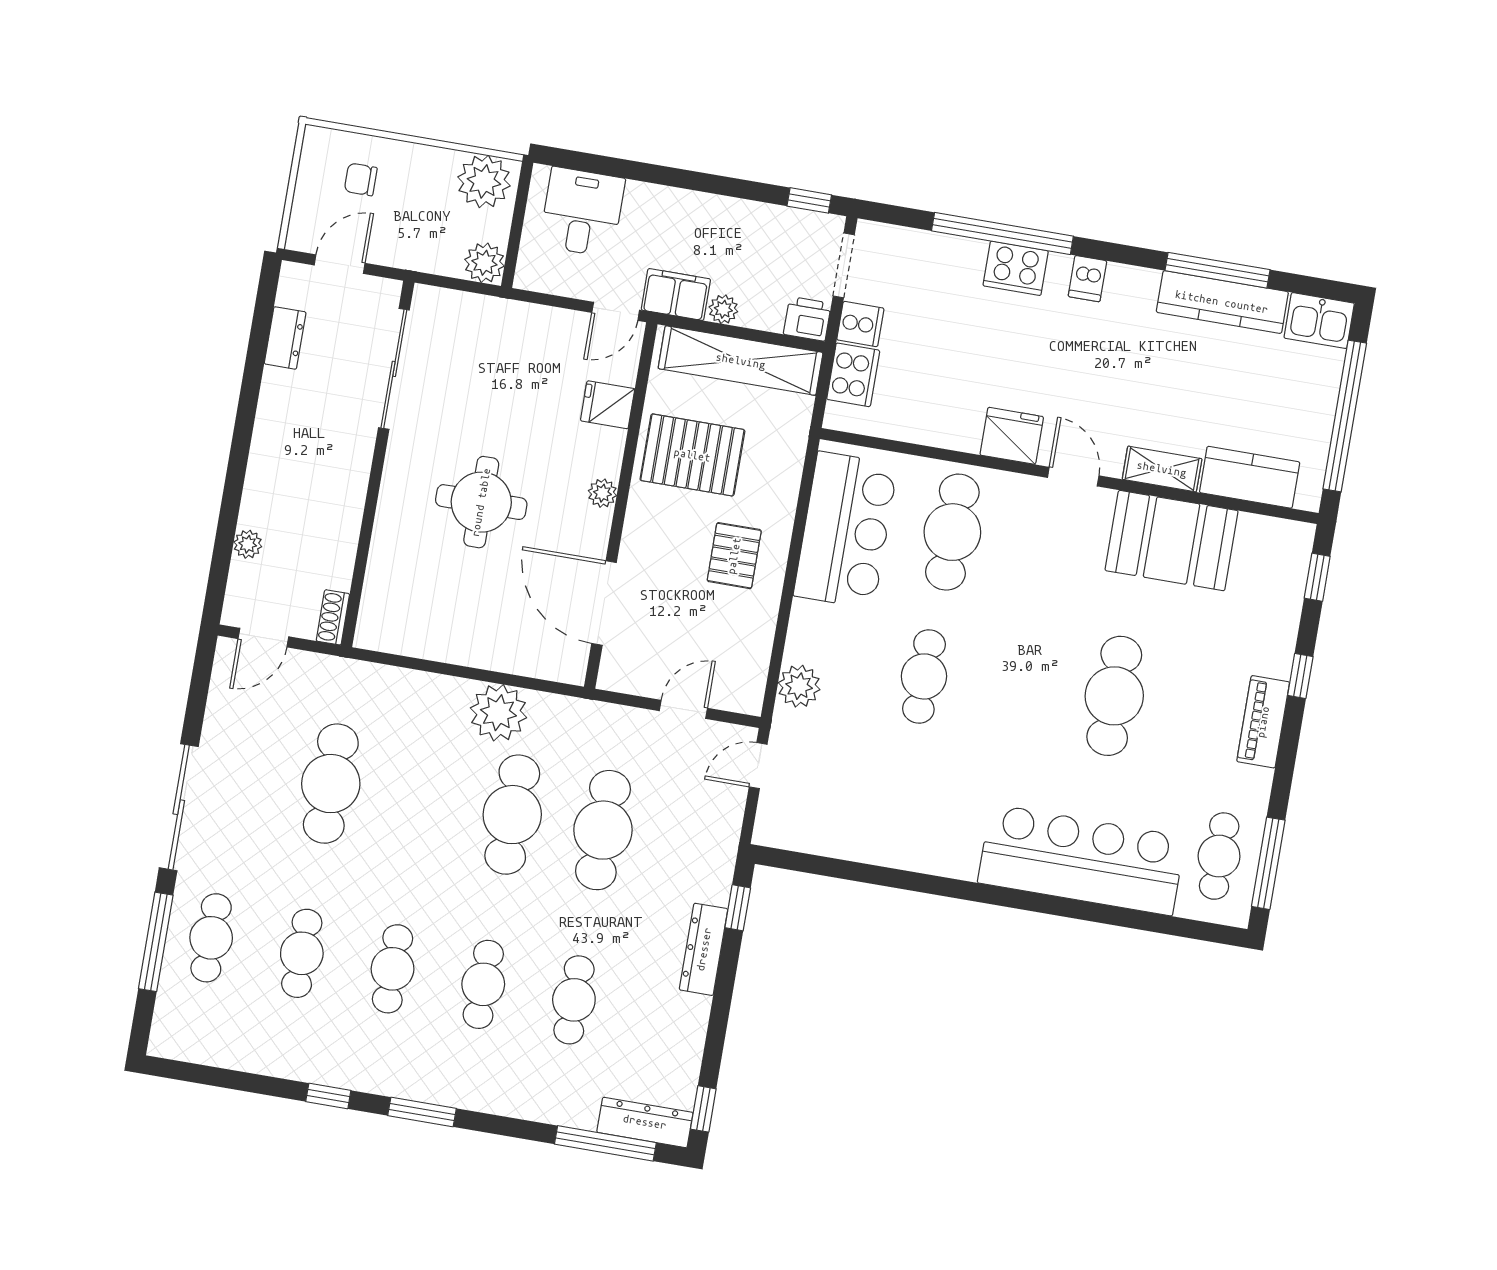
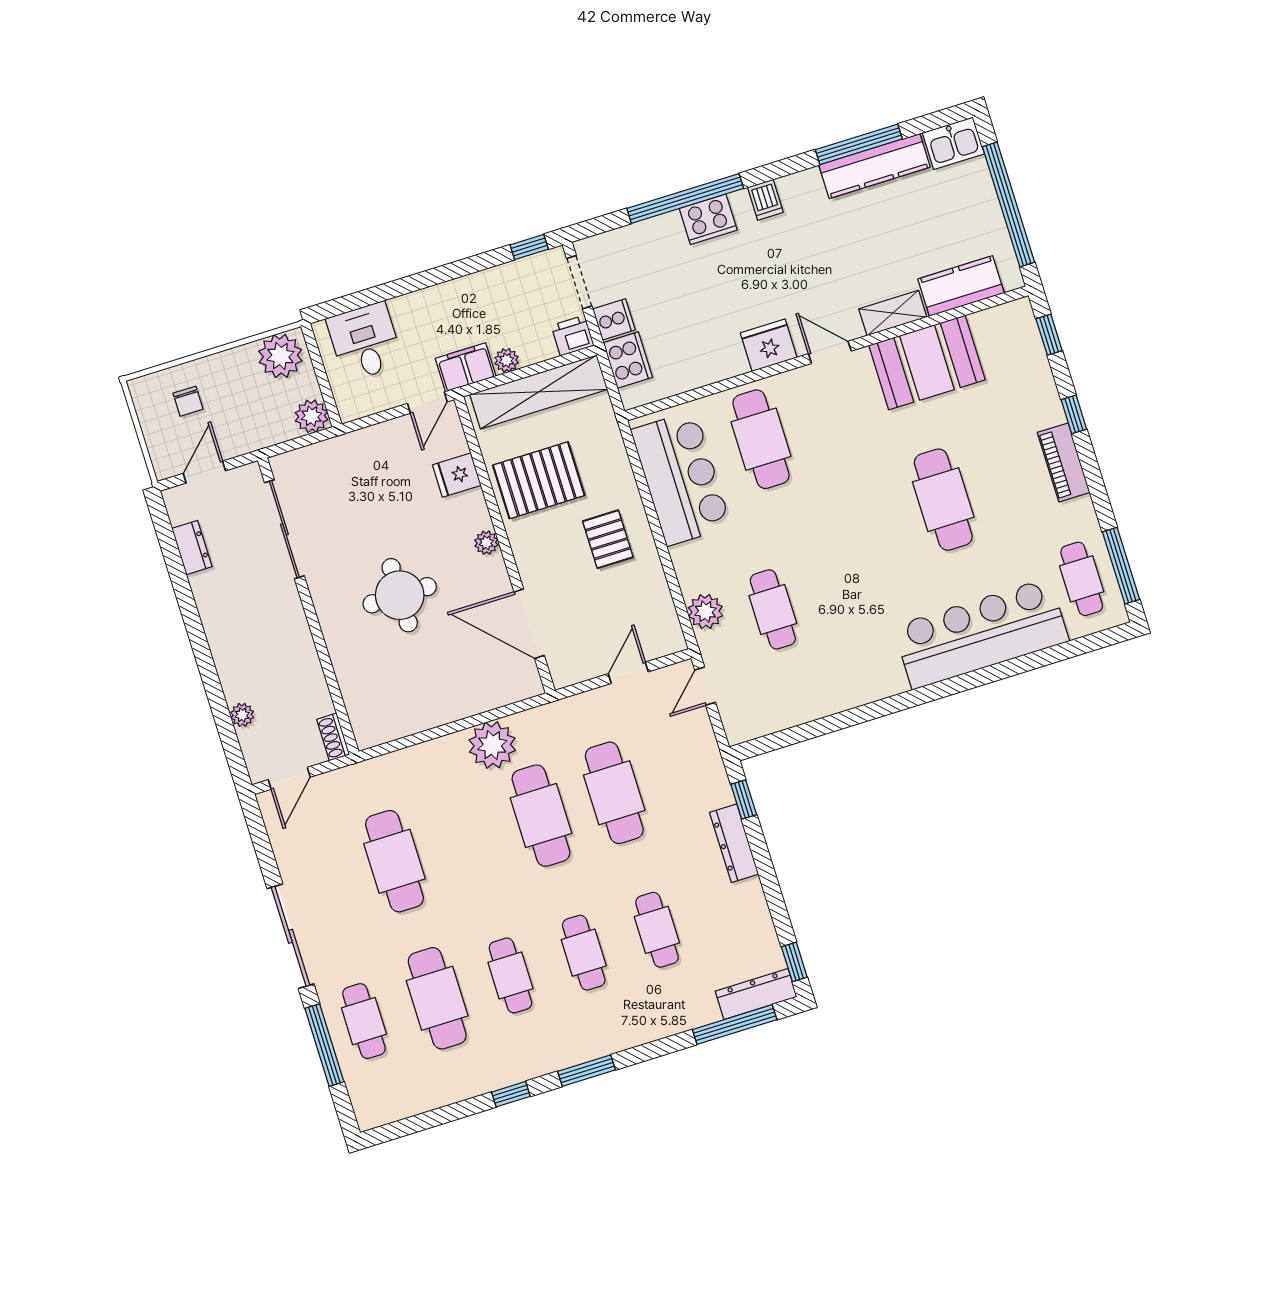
chair: (361, 179) -> (188, 401), turned -90
cafe table: (924, 676) -> (773, 609), moved
cafe table: (302, 953) -> (437, 998), width x1.37, depth x1.35

